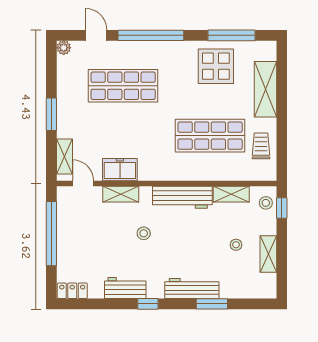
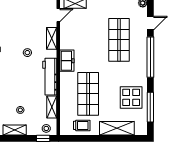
freezer: (120, 170) -> (67, 61), moved

